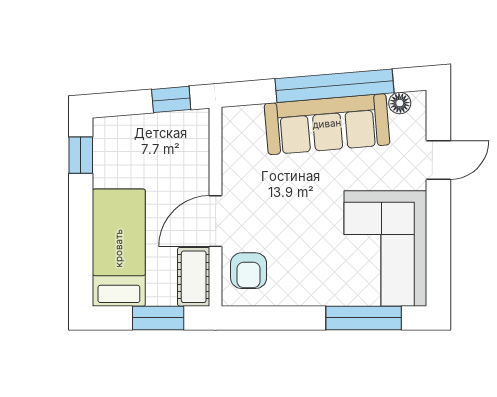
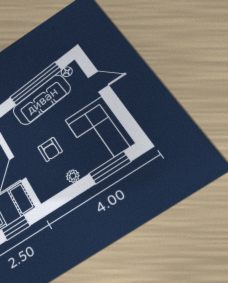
door: (438, 160) -> (98, 81), hinge flipped
armchair: (249, 271) -> (50, 149), moved
plant: (299, 294) -> (73, 176), added

